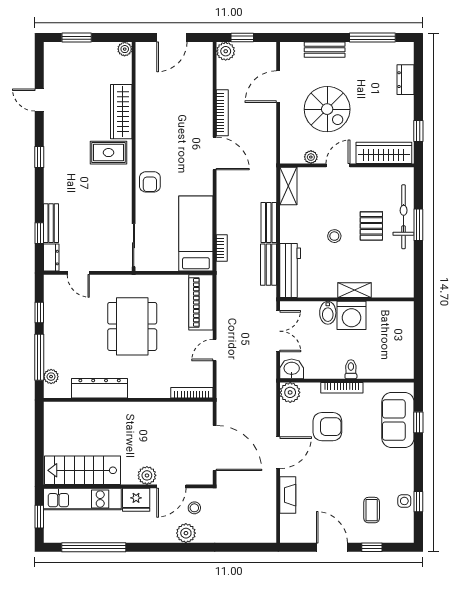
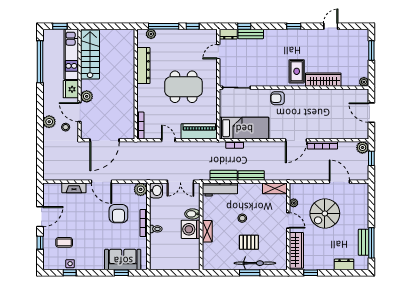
bench: (325, 50) -> (363, 242), moved

